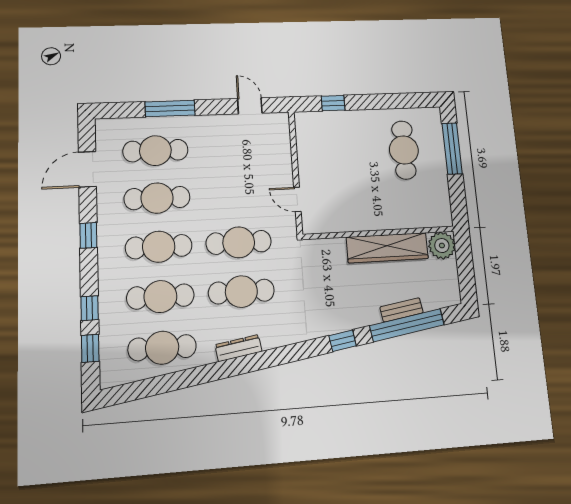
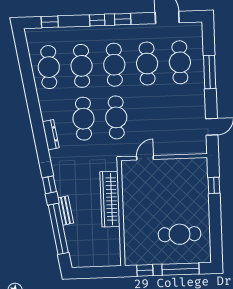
window: (458, 198) -> (145, 270), added
plant: (442, 246) -> (112, 257), removed
wardrobe: (387, 248) -> (110, 199), moved
window: (90, 308) -> (97, 20), moved
bench: (402, 310) -> (65, 210), moved
dresser: (239, 348) -> (51, 135), moved

